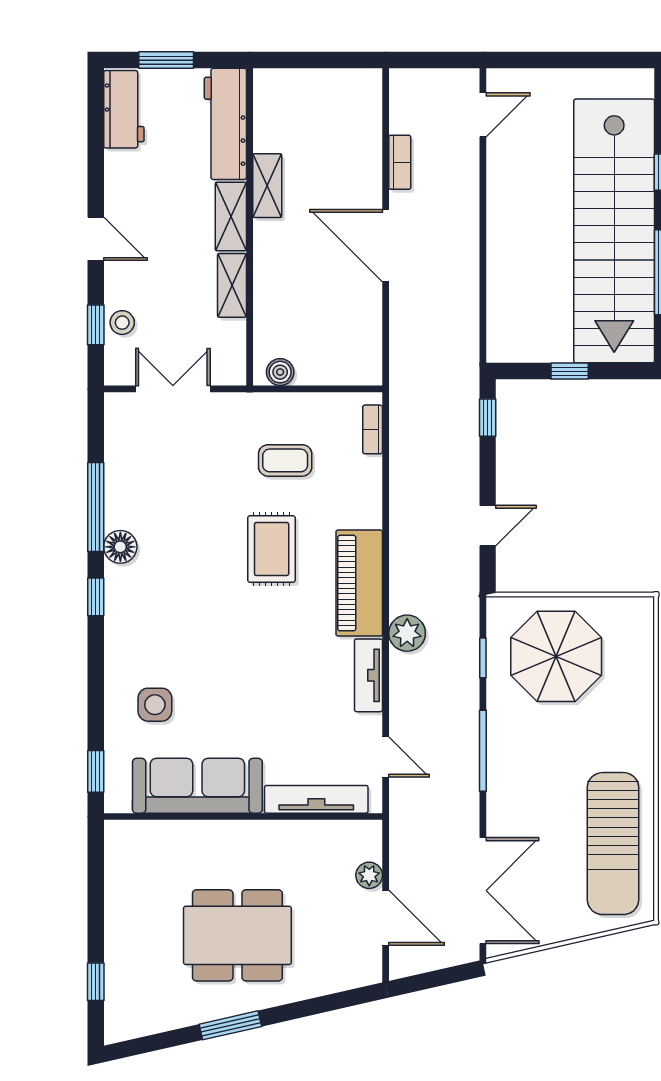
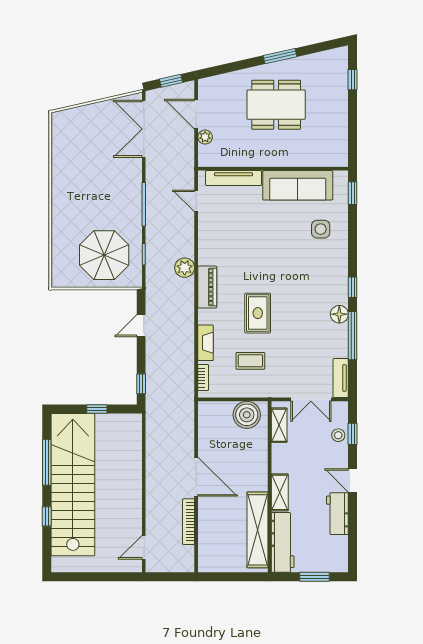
workbench: (124, 109) -> (337, 514), moved
bookcase: (400, 162) -> (189, 522), width x1.56
shelving: (267, 186) -> (257, 530), width x2.20, depth x1.33
shelving: (232, 285) -> (279, 425), moved
boiler: (280, 372) -> (247, 415), width x1.86, depth x1.86
fireplace: (368, 494) -> (206, 343), added
piano: (359, 583) -> (207, 287), width x0.73, depth x0.75
tv unit: (368, 675) -> (341, 378), moved, turned 180
sun lounger: (613, 844) -> (74, 154), removed
window: (432, 980) -> (171, 81), added

